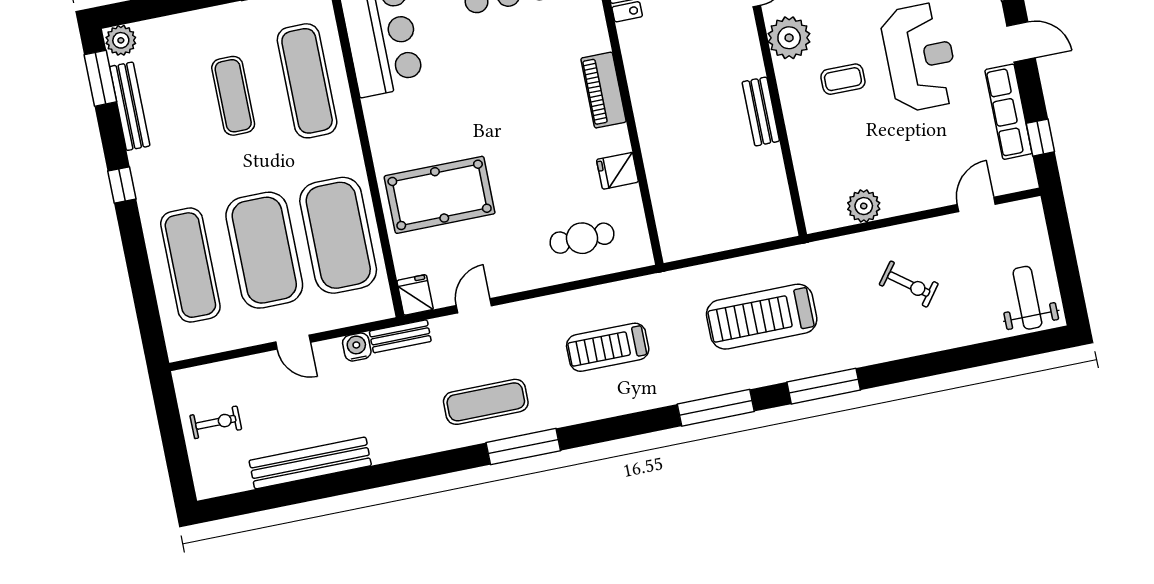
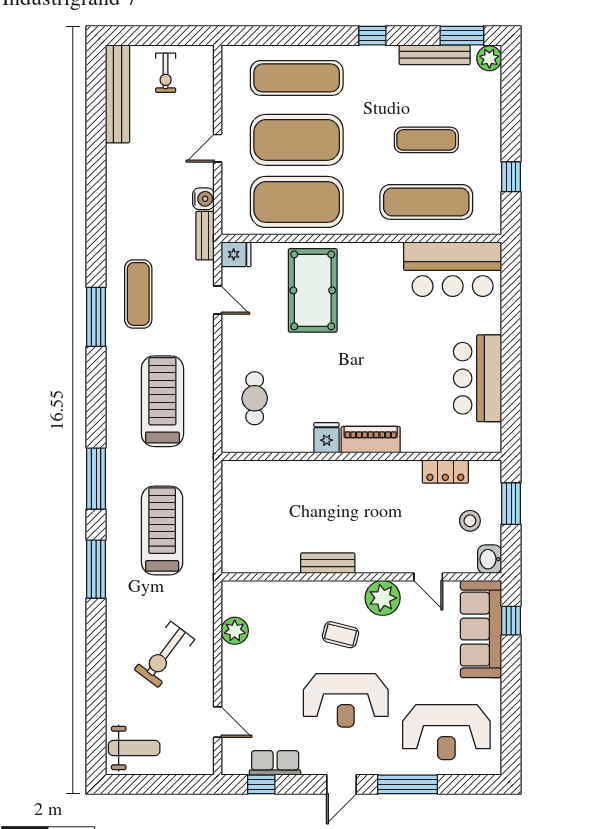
coffee table: (843, 79) -> (340, 635), turned -76
row of seats: (1008, 112) -> (275, 763), width x0.68
fridge: (617, 171) -> (327, 438), moved
exercise bike: (909, 284) -> (164, 654), width x1.38, depth x1.39
treadmill: (608, 347) -> (162, 401), width x1.37, depth x1.38
bench: (310, 463) -> (117, 94), moved

